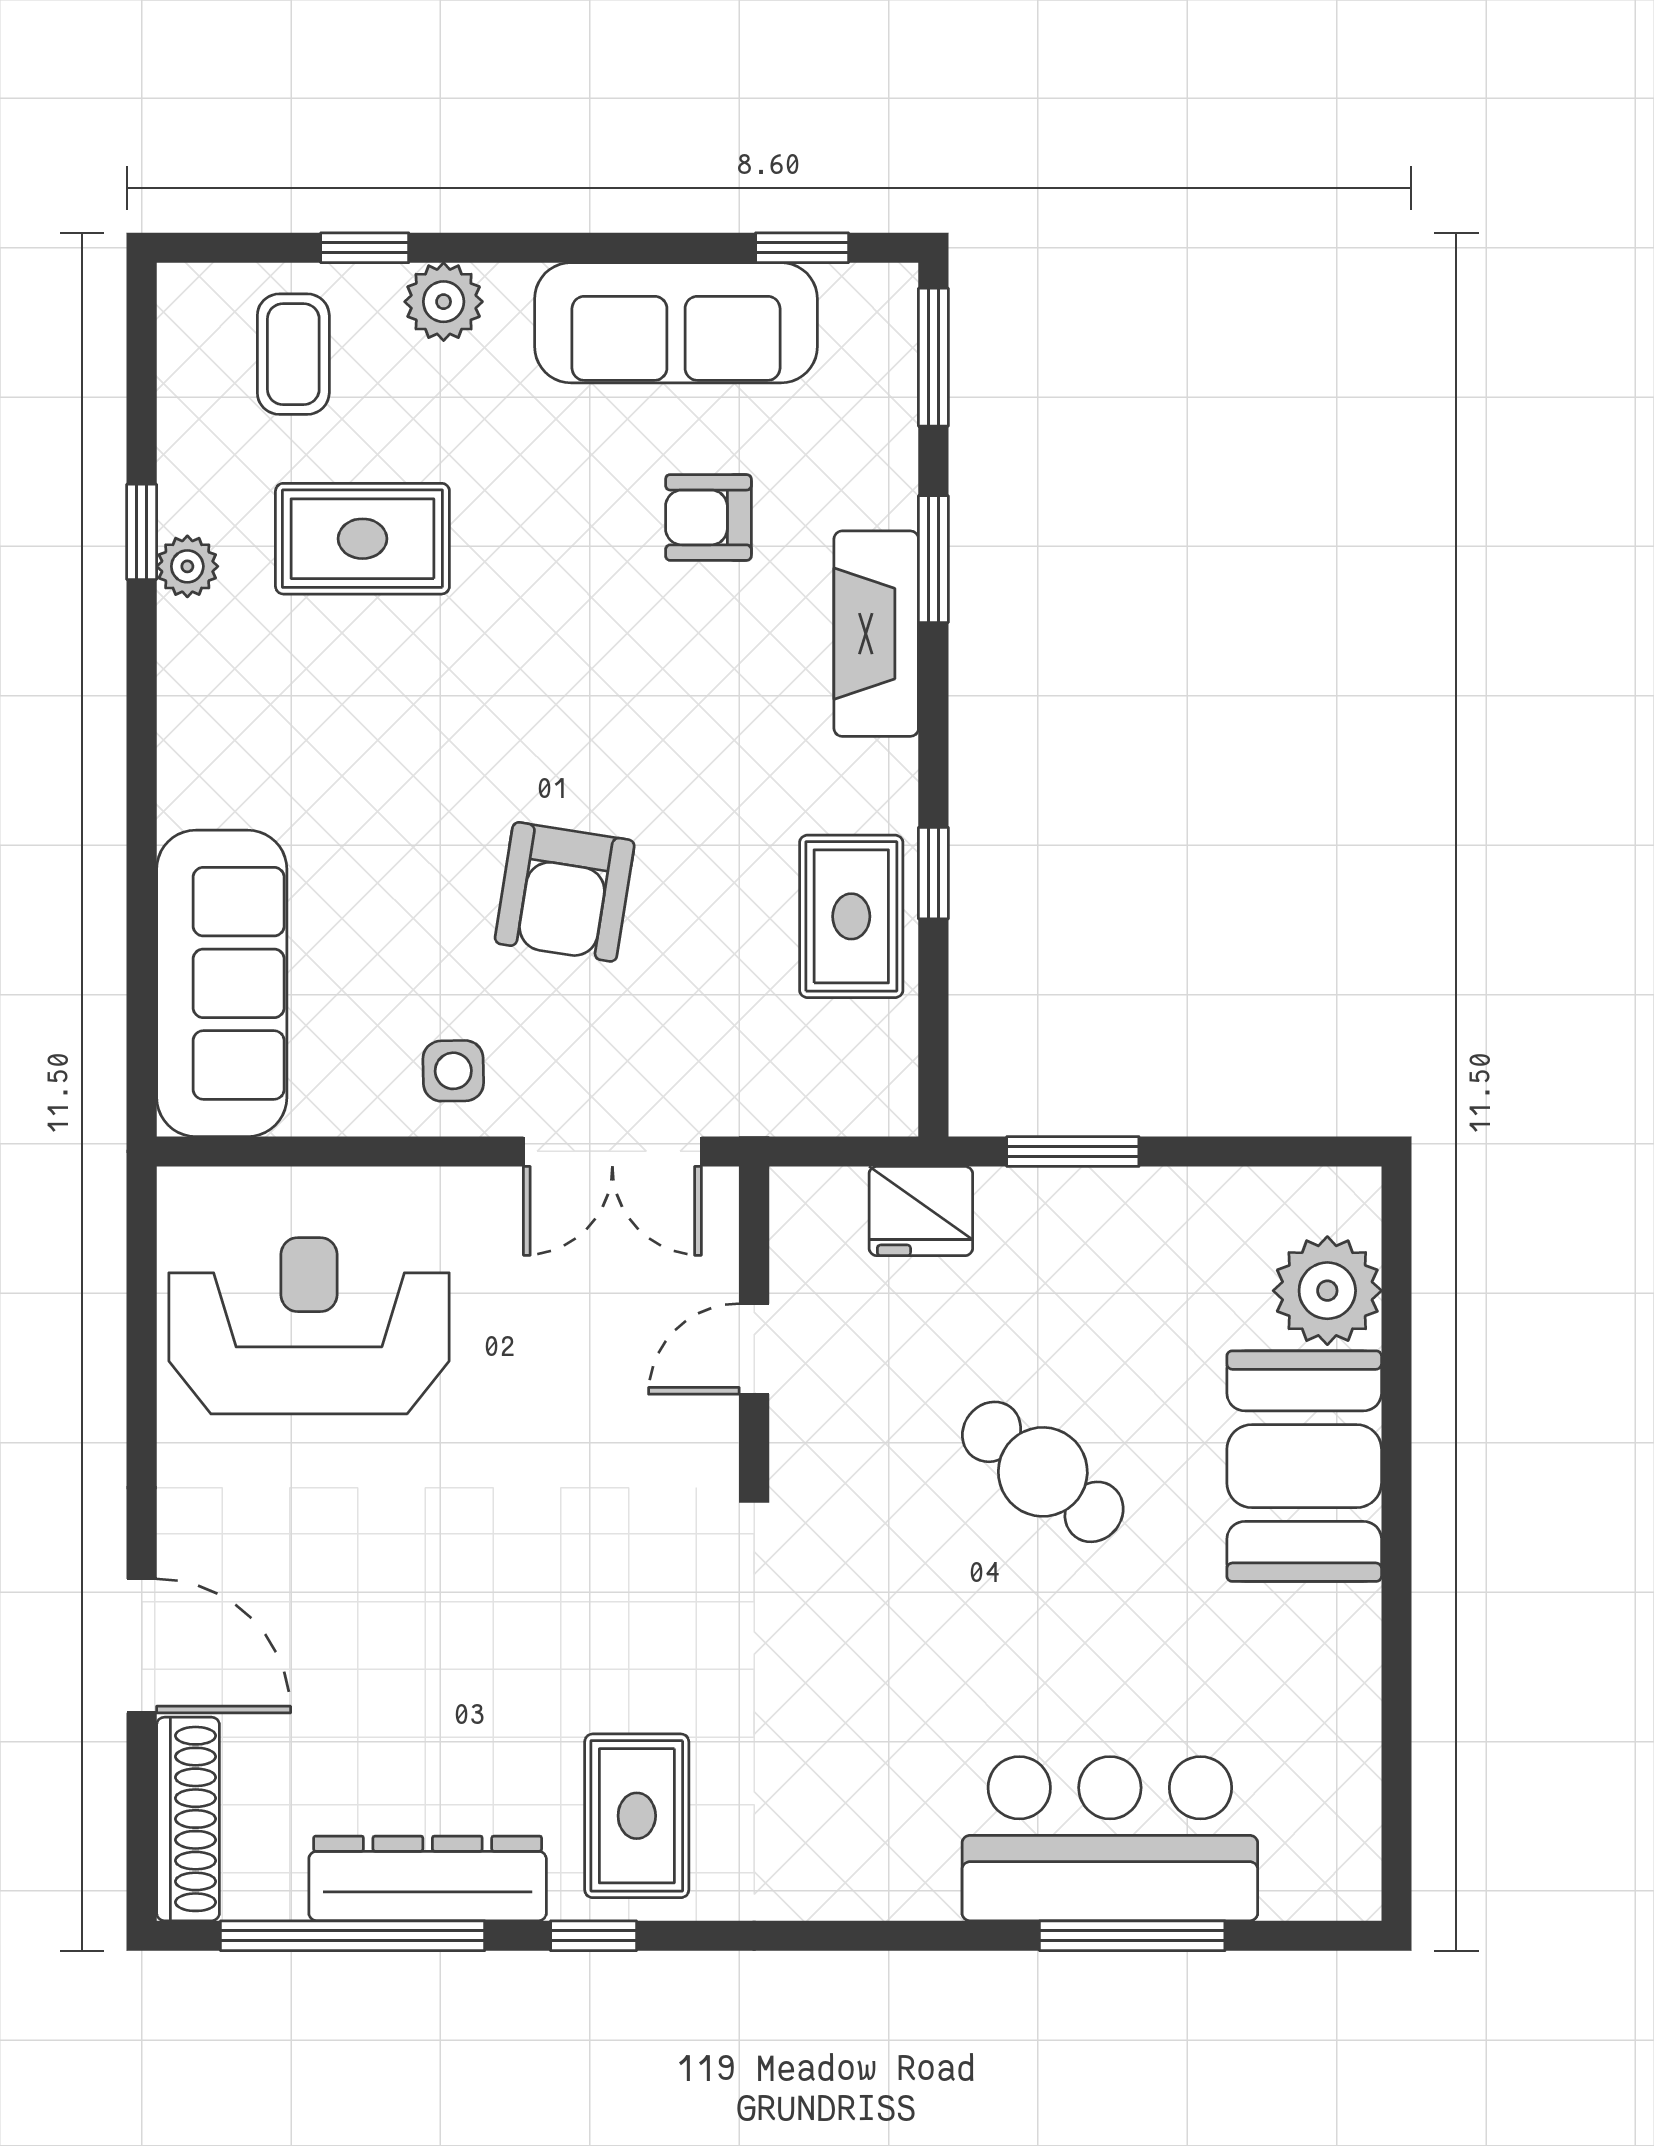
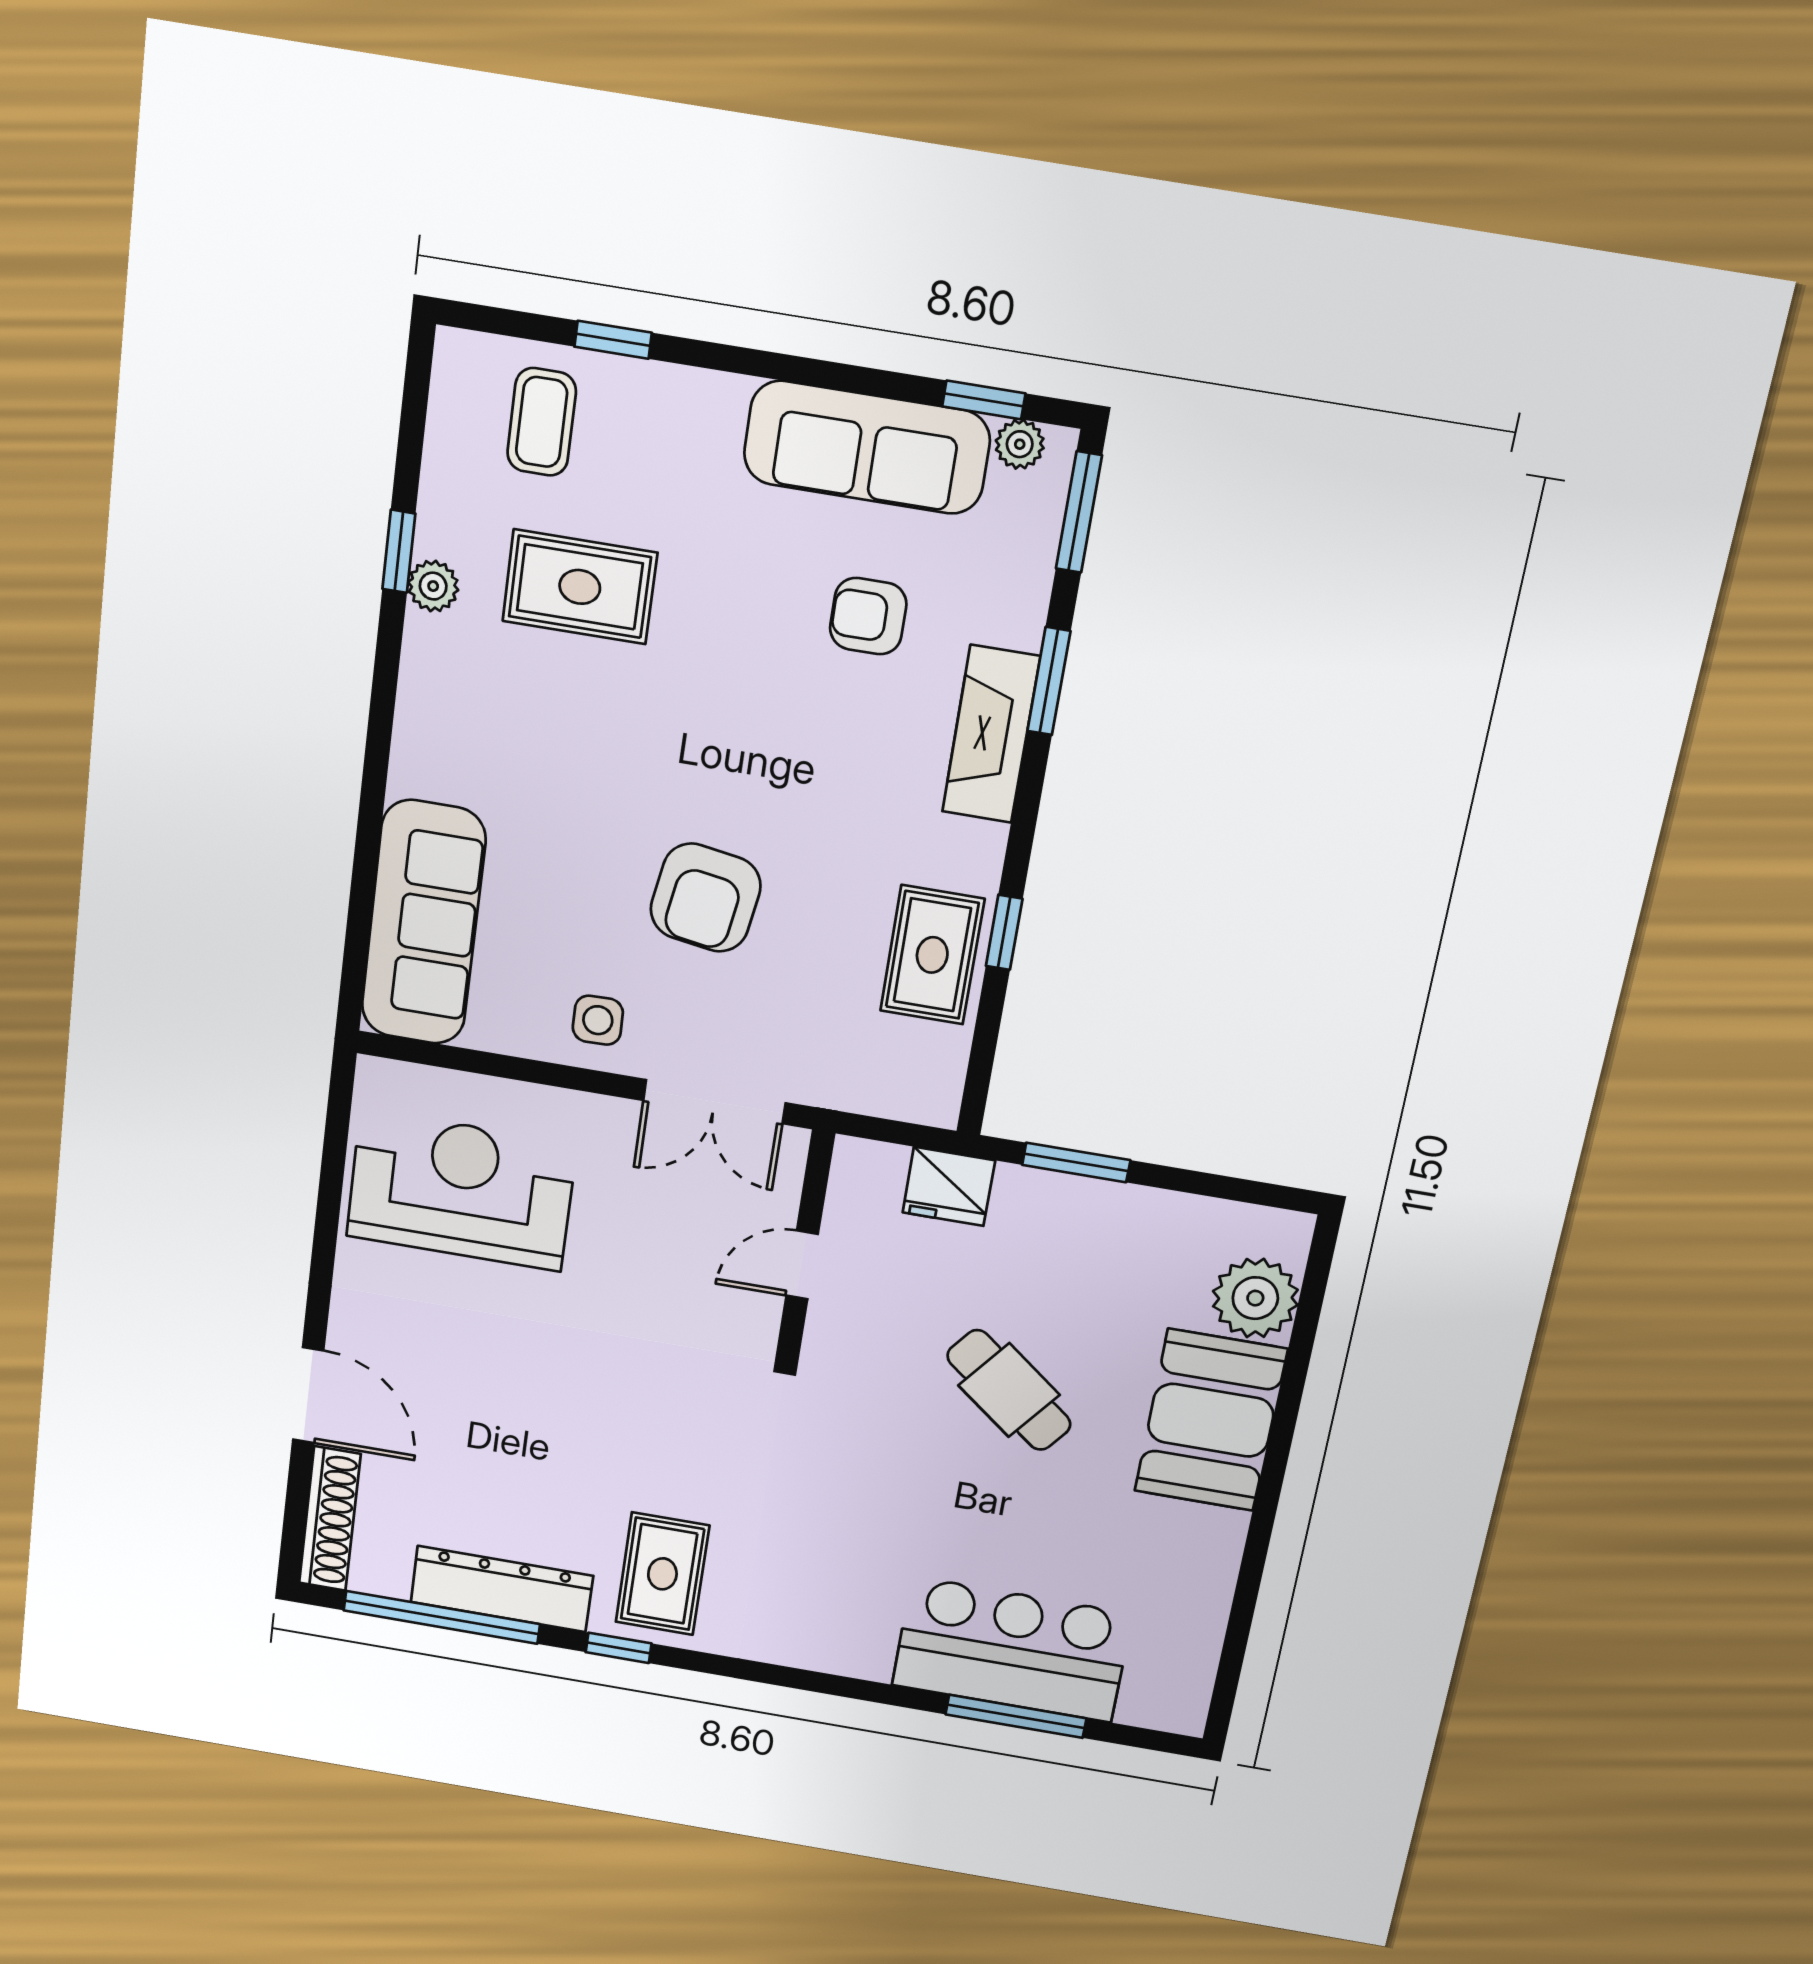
plant: (444, 302) -> (1020, 444), moved, width x0.73, depth x0.73

